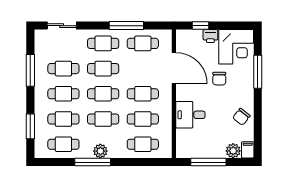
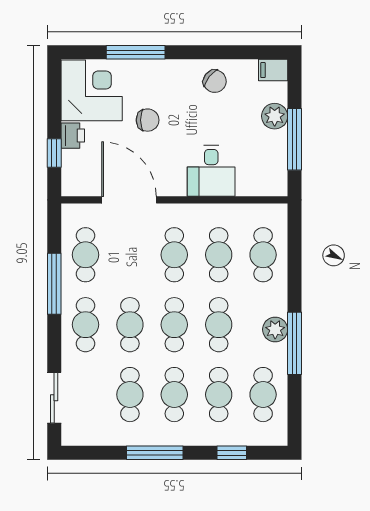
door: (174, 68) -> (129, 200), hinge flipped
window: (30, 70) -> (155, 453), moved
window: (30, 126) -> (232, 453), width x0.67
plant: (233, 151) -> (275, 116), moved

